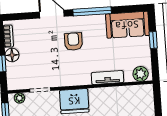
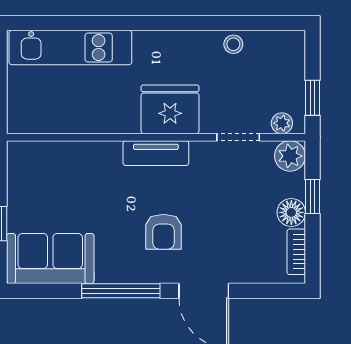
plant: (141, 74) -> (290, 156), moved
tv unit: (108, 78) -> (156, 153), moved

